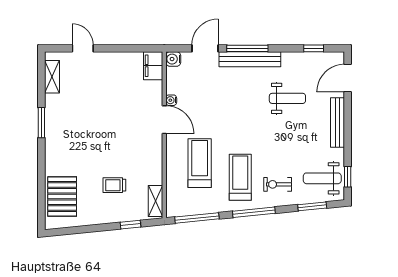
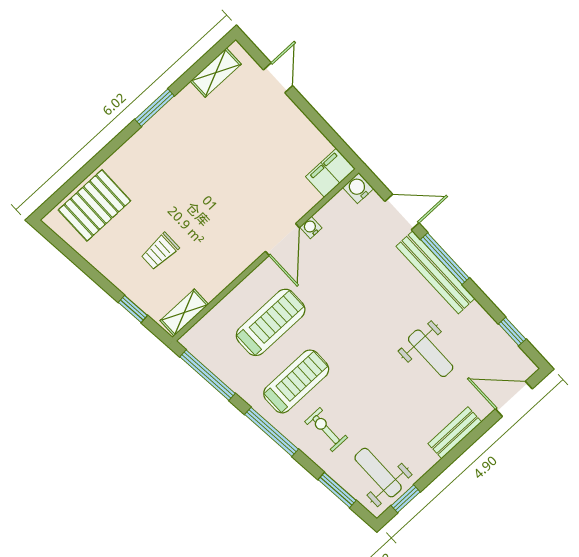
bench: (337, 123) -> (455, 433), width x0.73
trolley: (114, 185) -> (160, 251), turned -90

